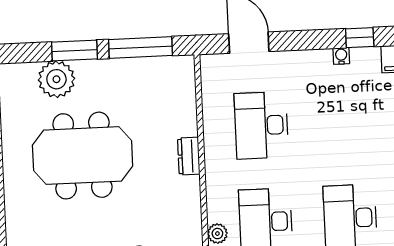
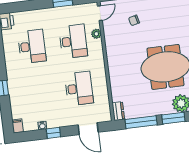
window: (360, 38) -> (53, 133), moved
dresser: (189, 156) -> (118, 111), moved

